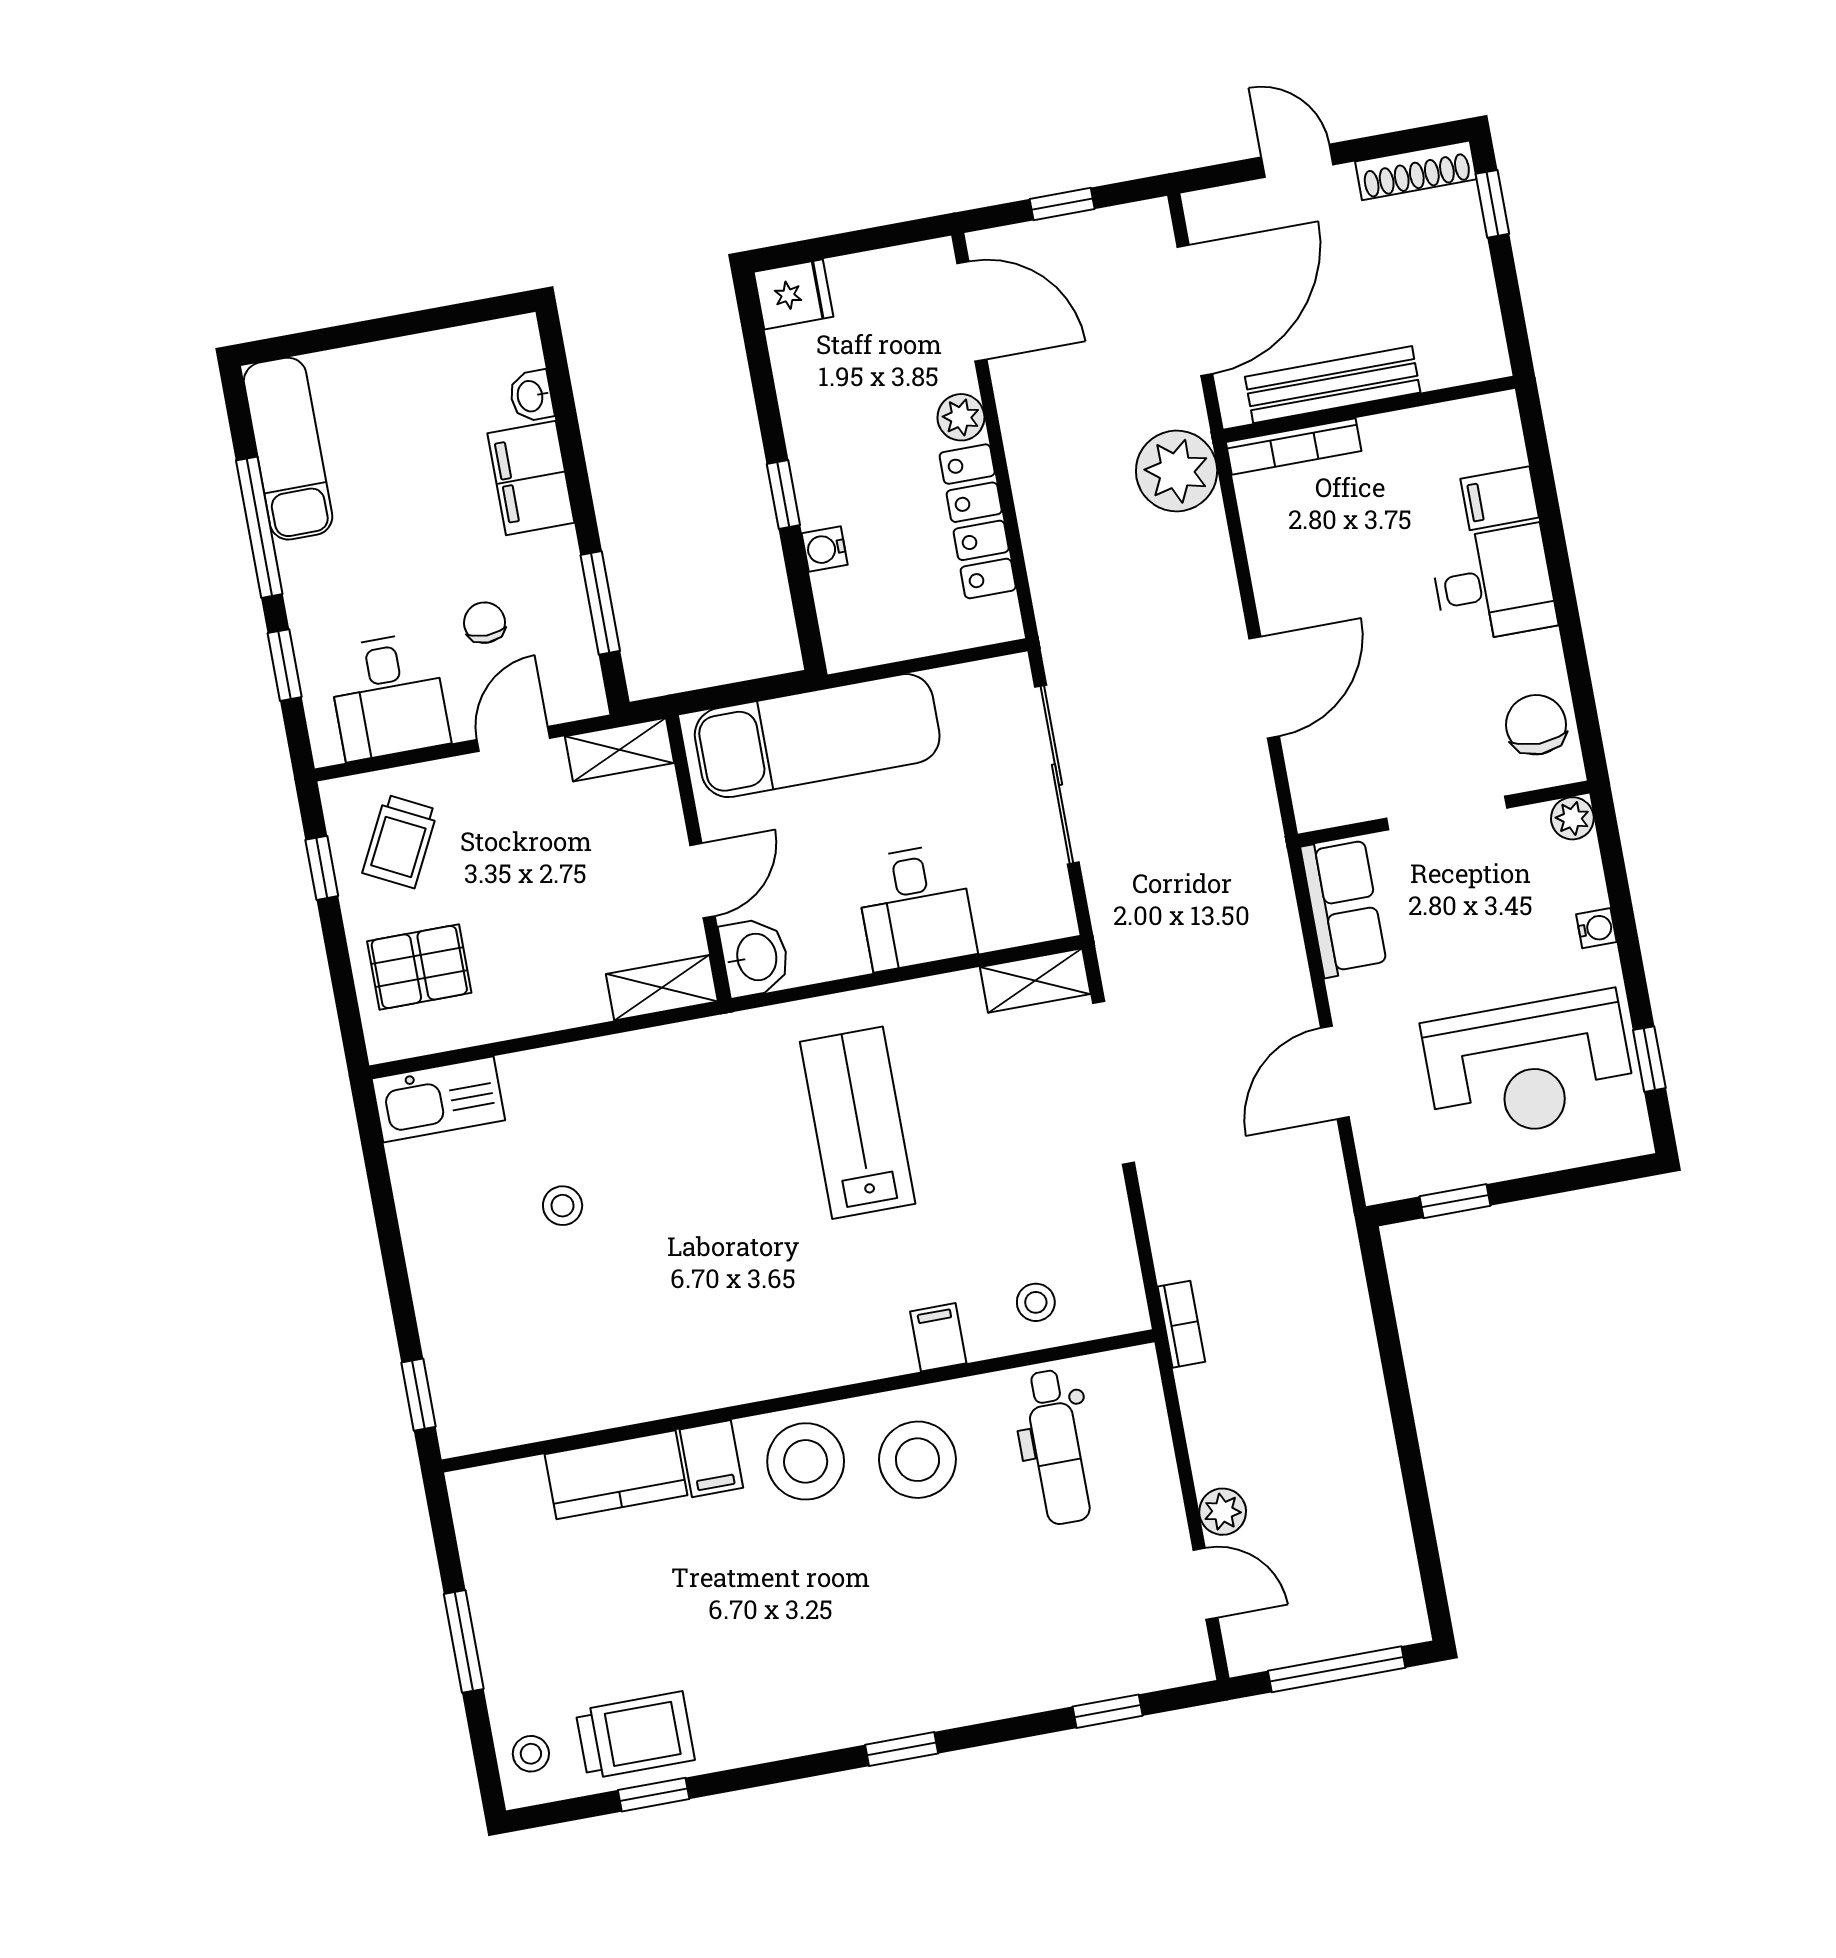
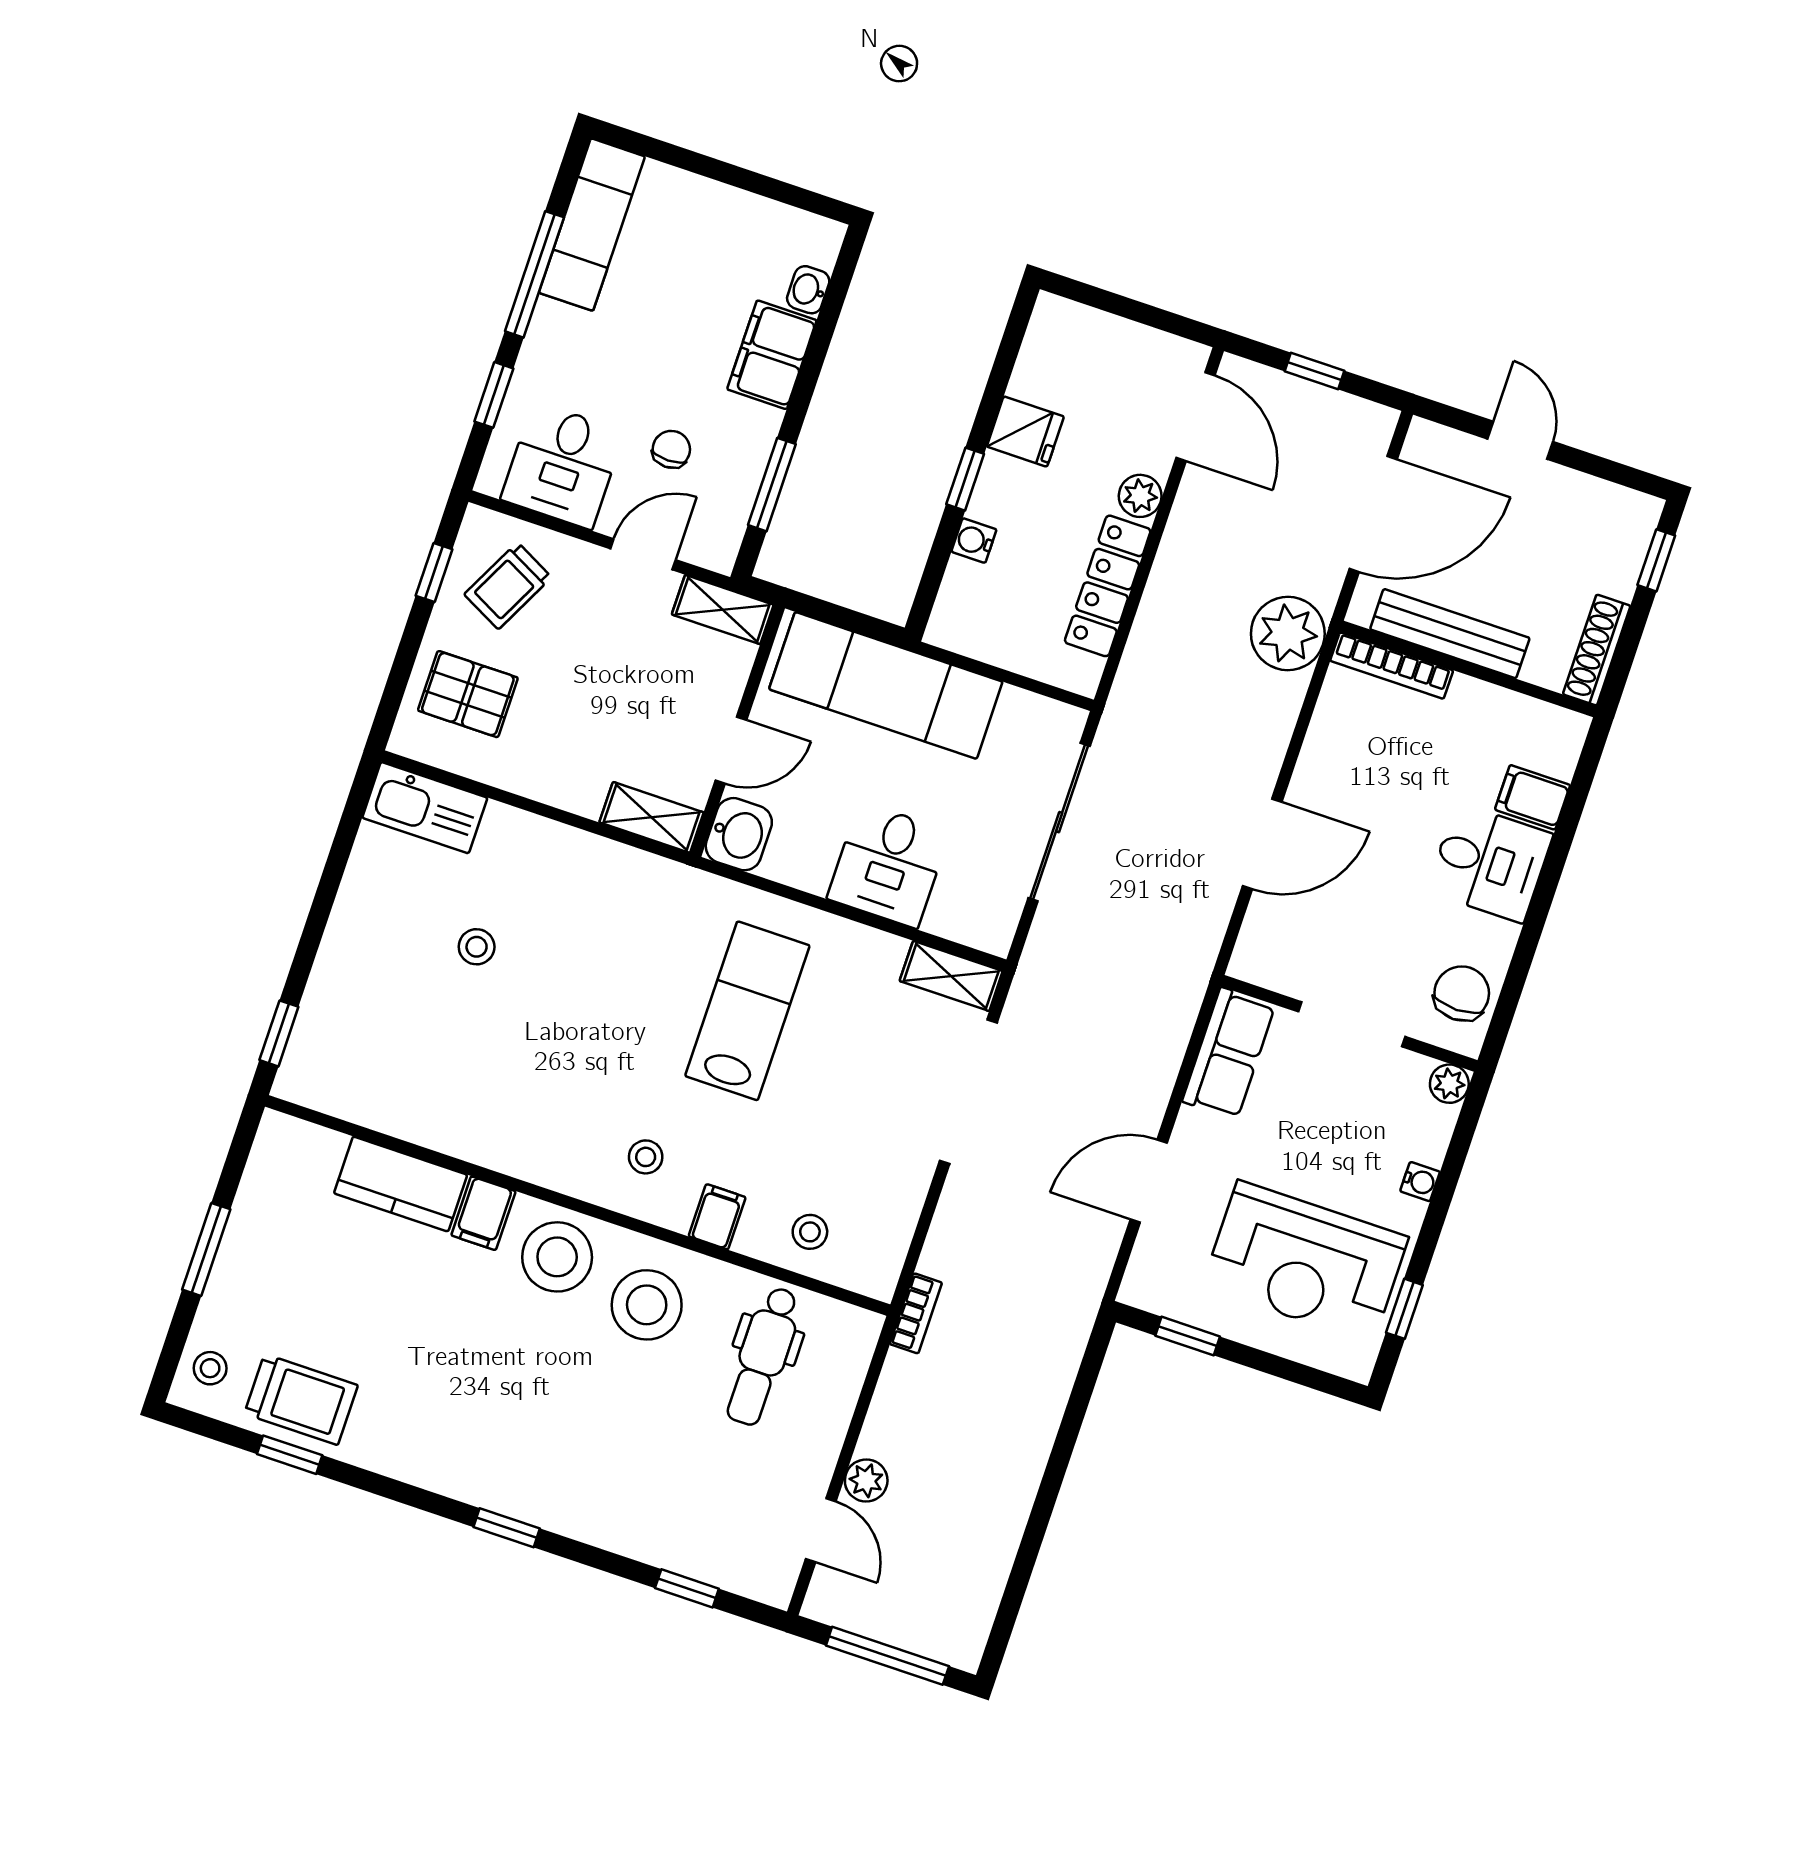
shoe rack: (1416, 170) -> (1597, 650), moved, turned 90
fridge: (794, 294) -> (1025, 432), moved
stool: (838, 1318) -> (646, 1157), added

